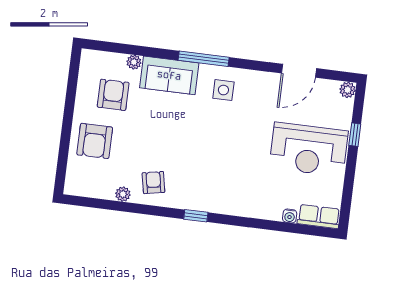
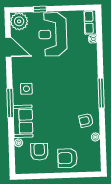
plant: (348, 90) -> (19, 21), width x1.87, depth x1.87
armchair: (113, 95) -> (39, 152), turned 90
armchair: (95, 141) -> (68, 158), turned 180
reception desk: (309, 149) -> (53, 34), turned 180
window: (196, 216) -> (101, 93), width x2.17

